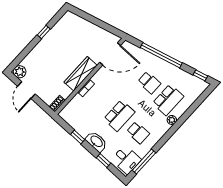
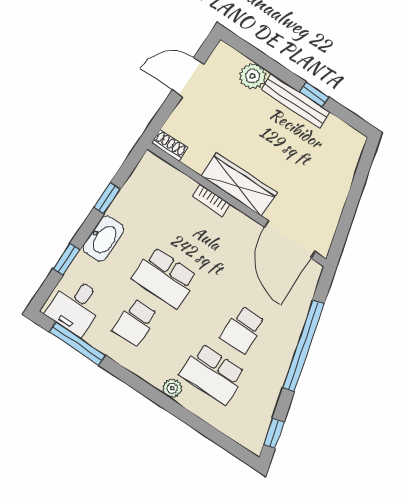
bench: (45, 41) -> (296, 101), added
plant: (20, 72) -> (253, 76), moved

